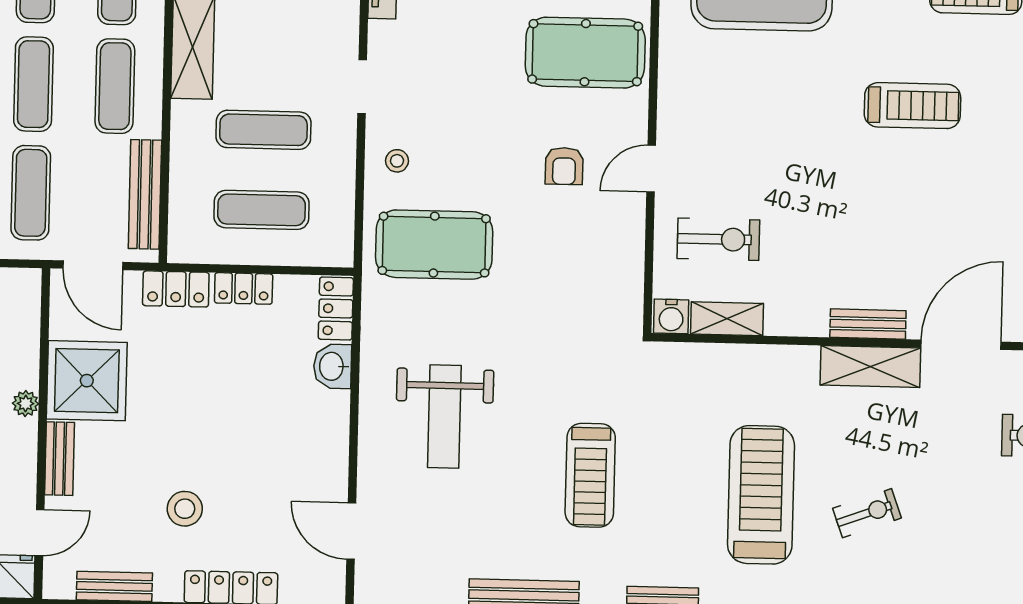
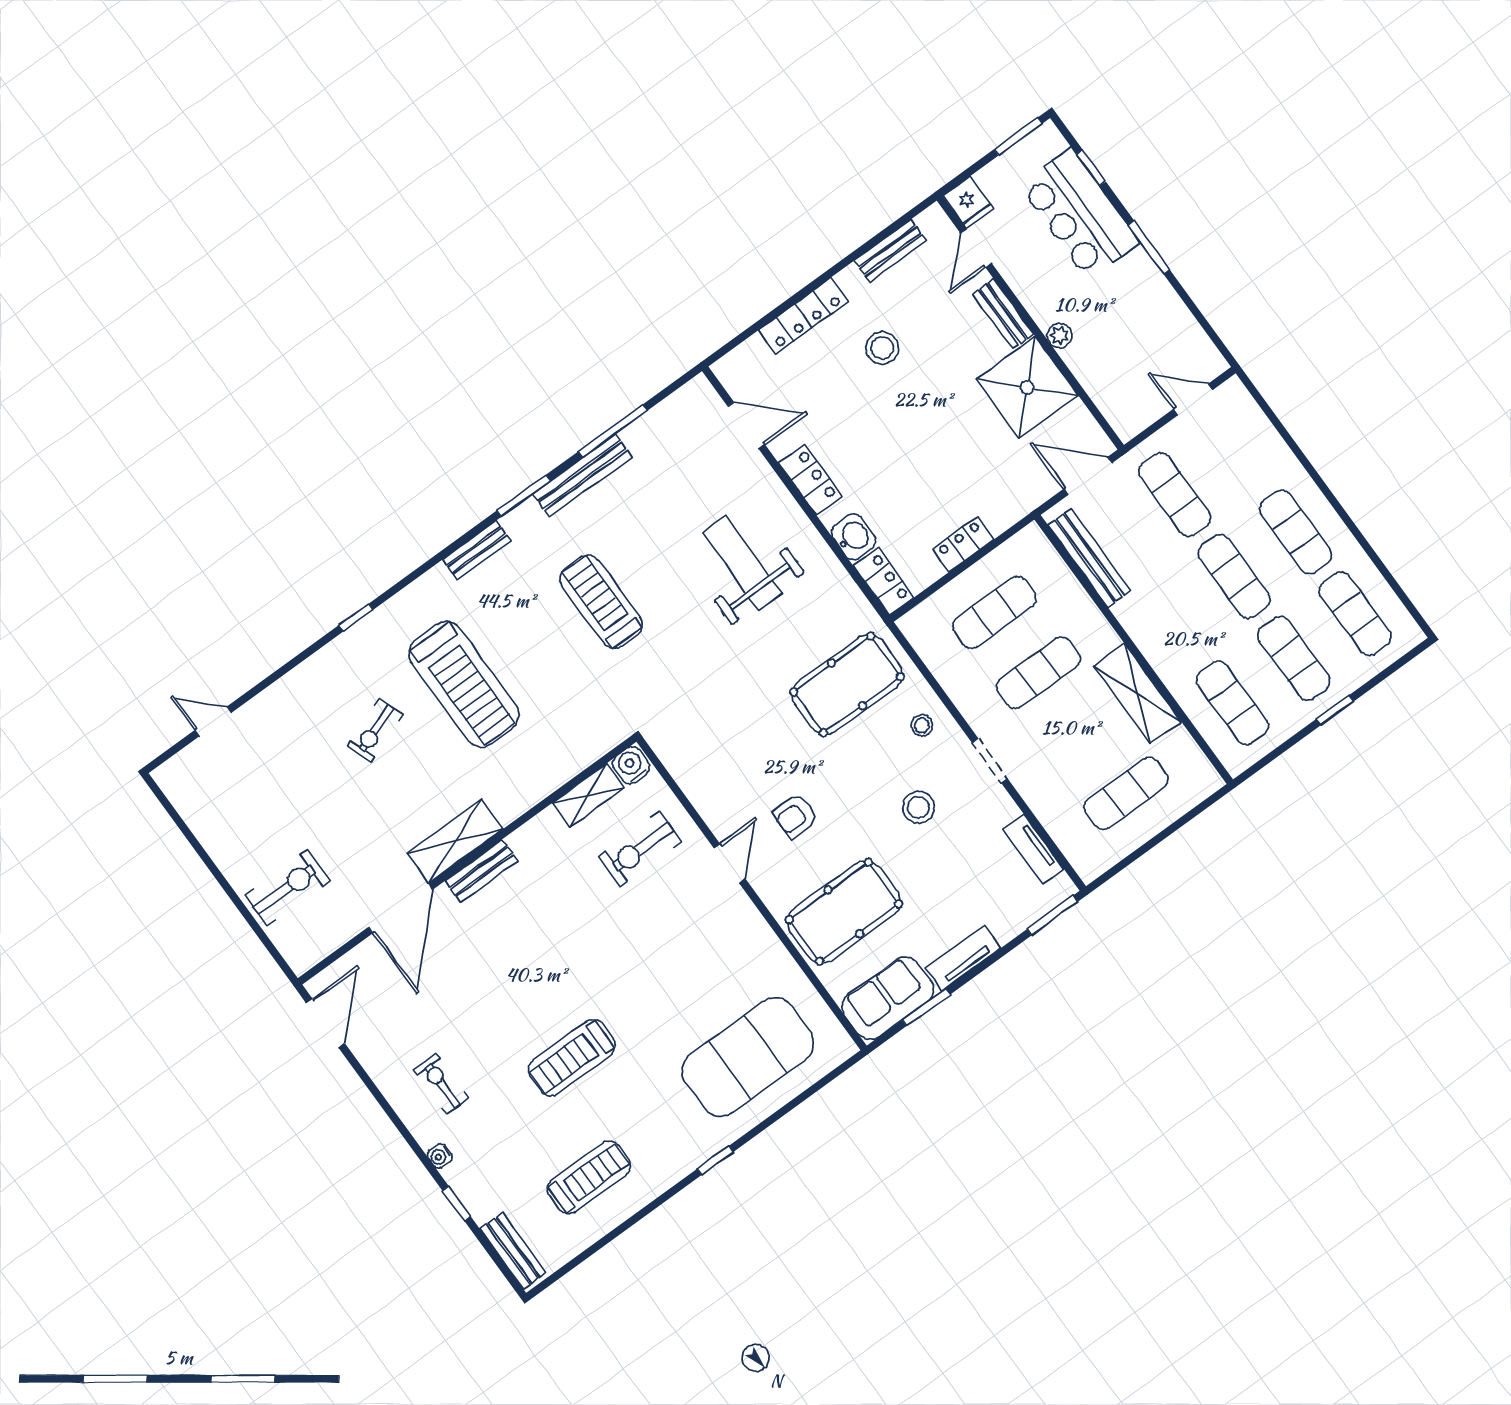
exercise mat: (115, 86) -> (1173, 621), removed
stool: (453, 93) -> (918, 807), added
armchair: (564, 166) -> (795, 816), turned -90
locker: (176, 289) -> (810, 479), moved, turned 90

